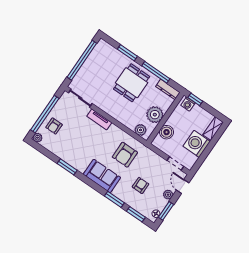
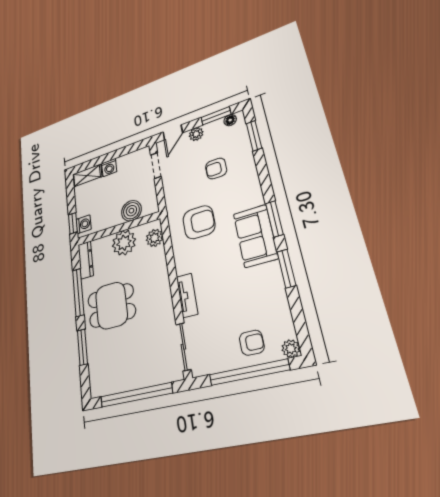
washing machine: (197, 144) -> (109, 167), width x0.53, depth x0.53
sofa: (102, 176) -> (255, 236), moved
window: (114, 199) -> (274, 219), moved

